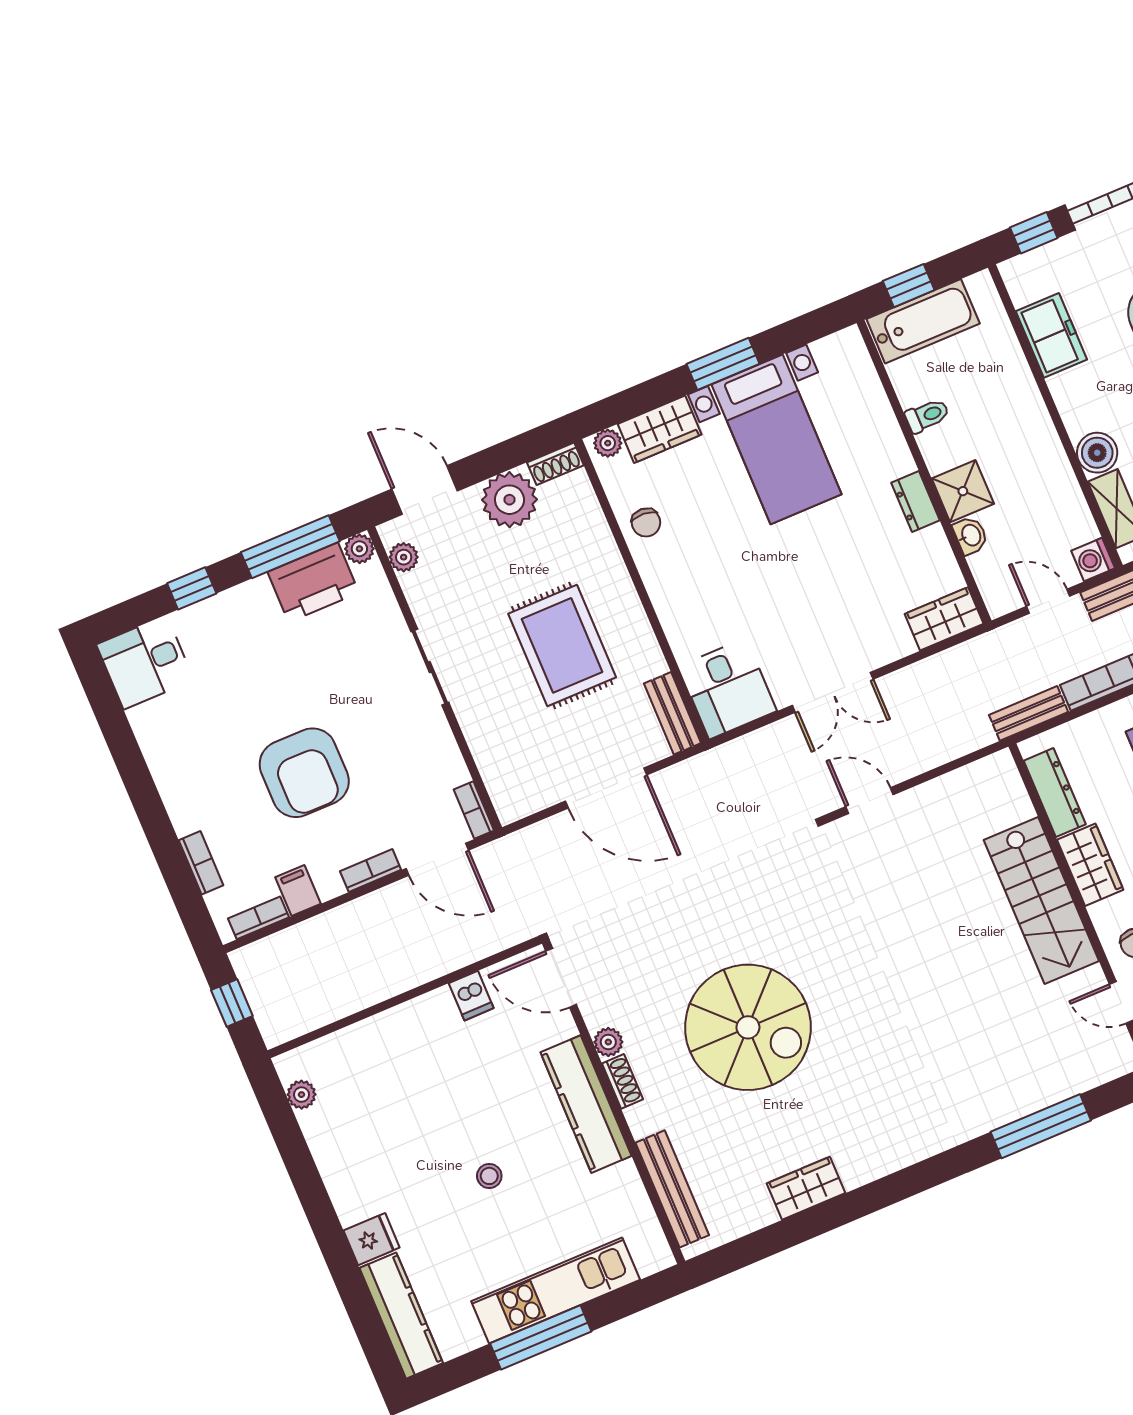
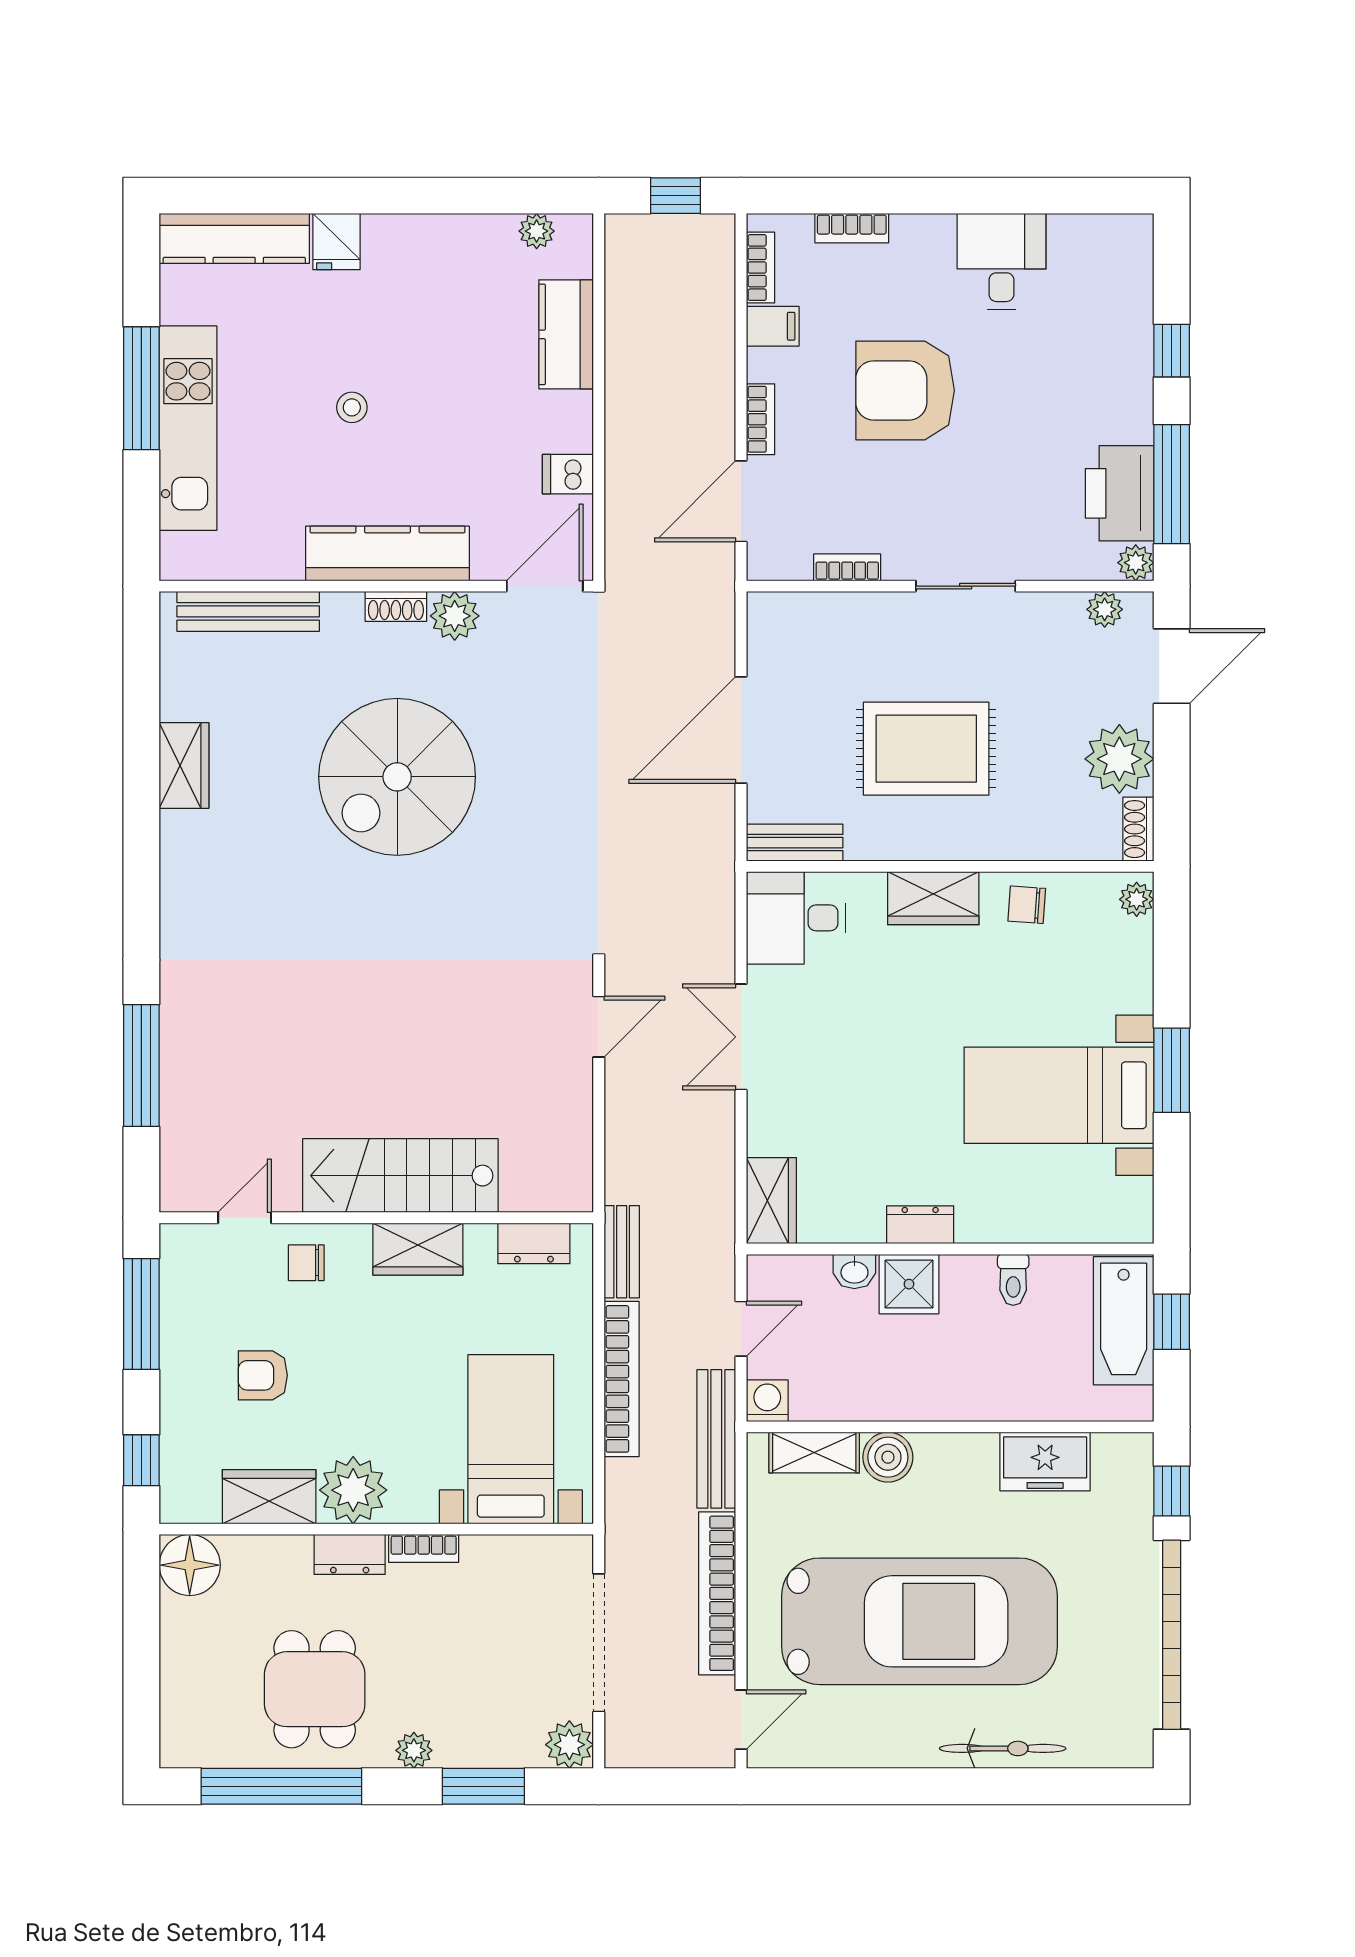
wardrobe: (660, 429) -> (933, 898), moved, turned -90
desk: (145, 662) -> (1001, 261), moved
dresser: (1055, 792) -> (534, 1243), width x0.70
bookcase: (474, 810) -> (847, 567), moved
kitchen counter: (369, 1041) -> (566, 334), added
plant: (608, 1042) -> (455, 616), width x1.38, depth x1.38

